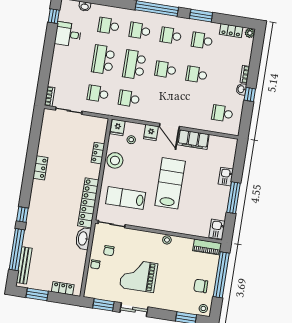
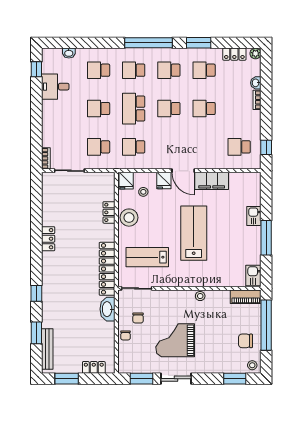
school desk: (103, 60) -> (99, 109), width x0.54
washbasin: (241, 89) -> (256, 83), moved
window: (250, 94) -> (266, 147), moved
window: (17, 250) -> (36, 333), width x0.47

